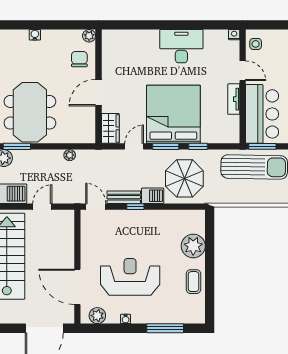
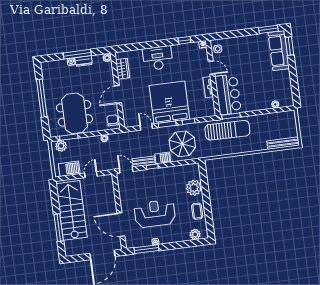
window: (45, 25) -> (77, 54), added
window: (208, 25) -> (184, 40), added
dresser: (54, 36) -> (84, 61), added
desk: (181, 46) -> (158, 58), moved
chair: (79, 59) -> (113, 120), moved
wardrobe: (110, 128) -> (123, 69), moved
door: (134, 146) -> (146, 127), hinge flipped
plant: (97, 316) -> (195, 234), moved
window: (165, 328) -> (147, 249), moved

